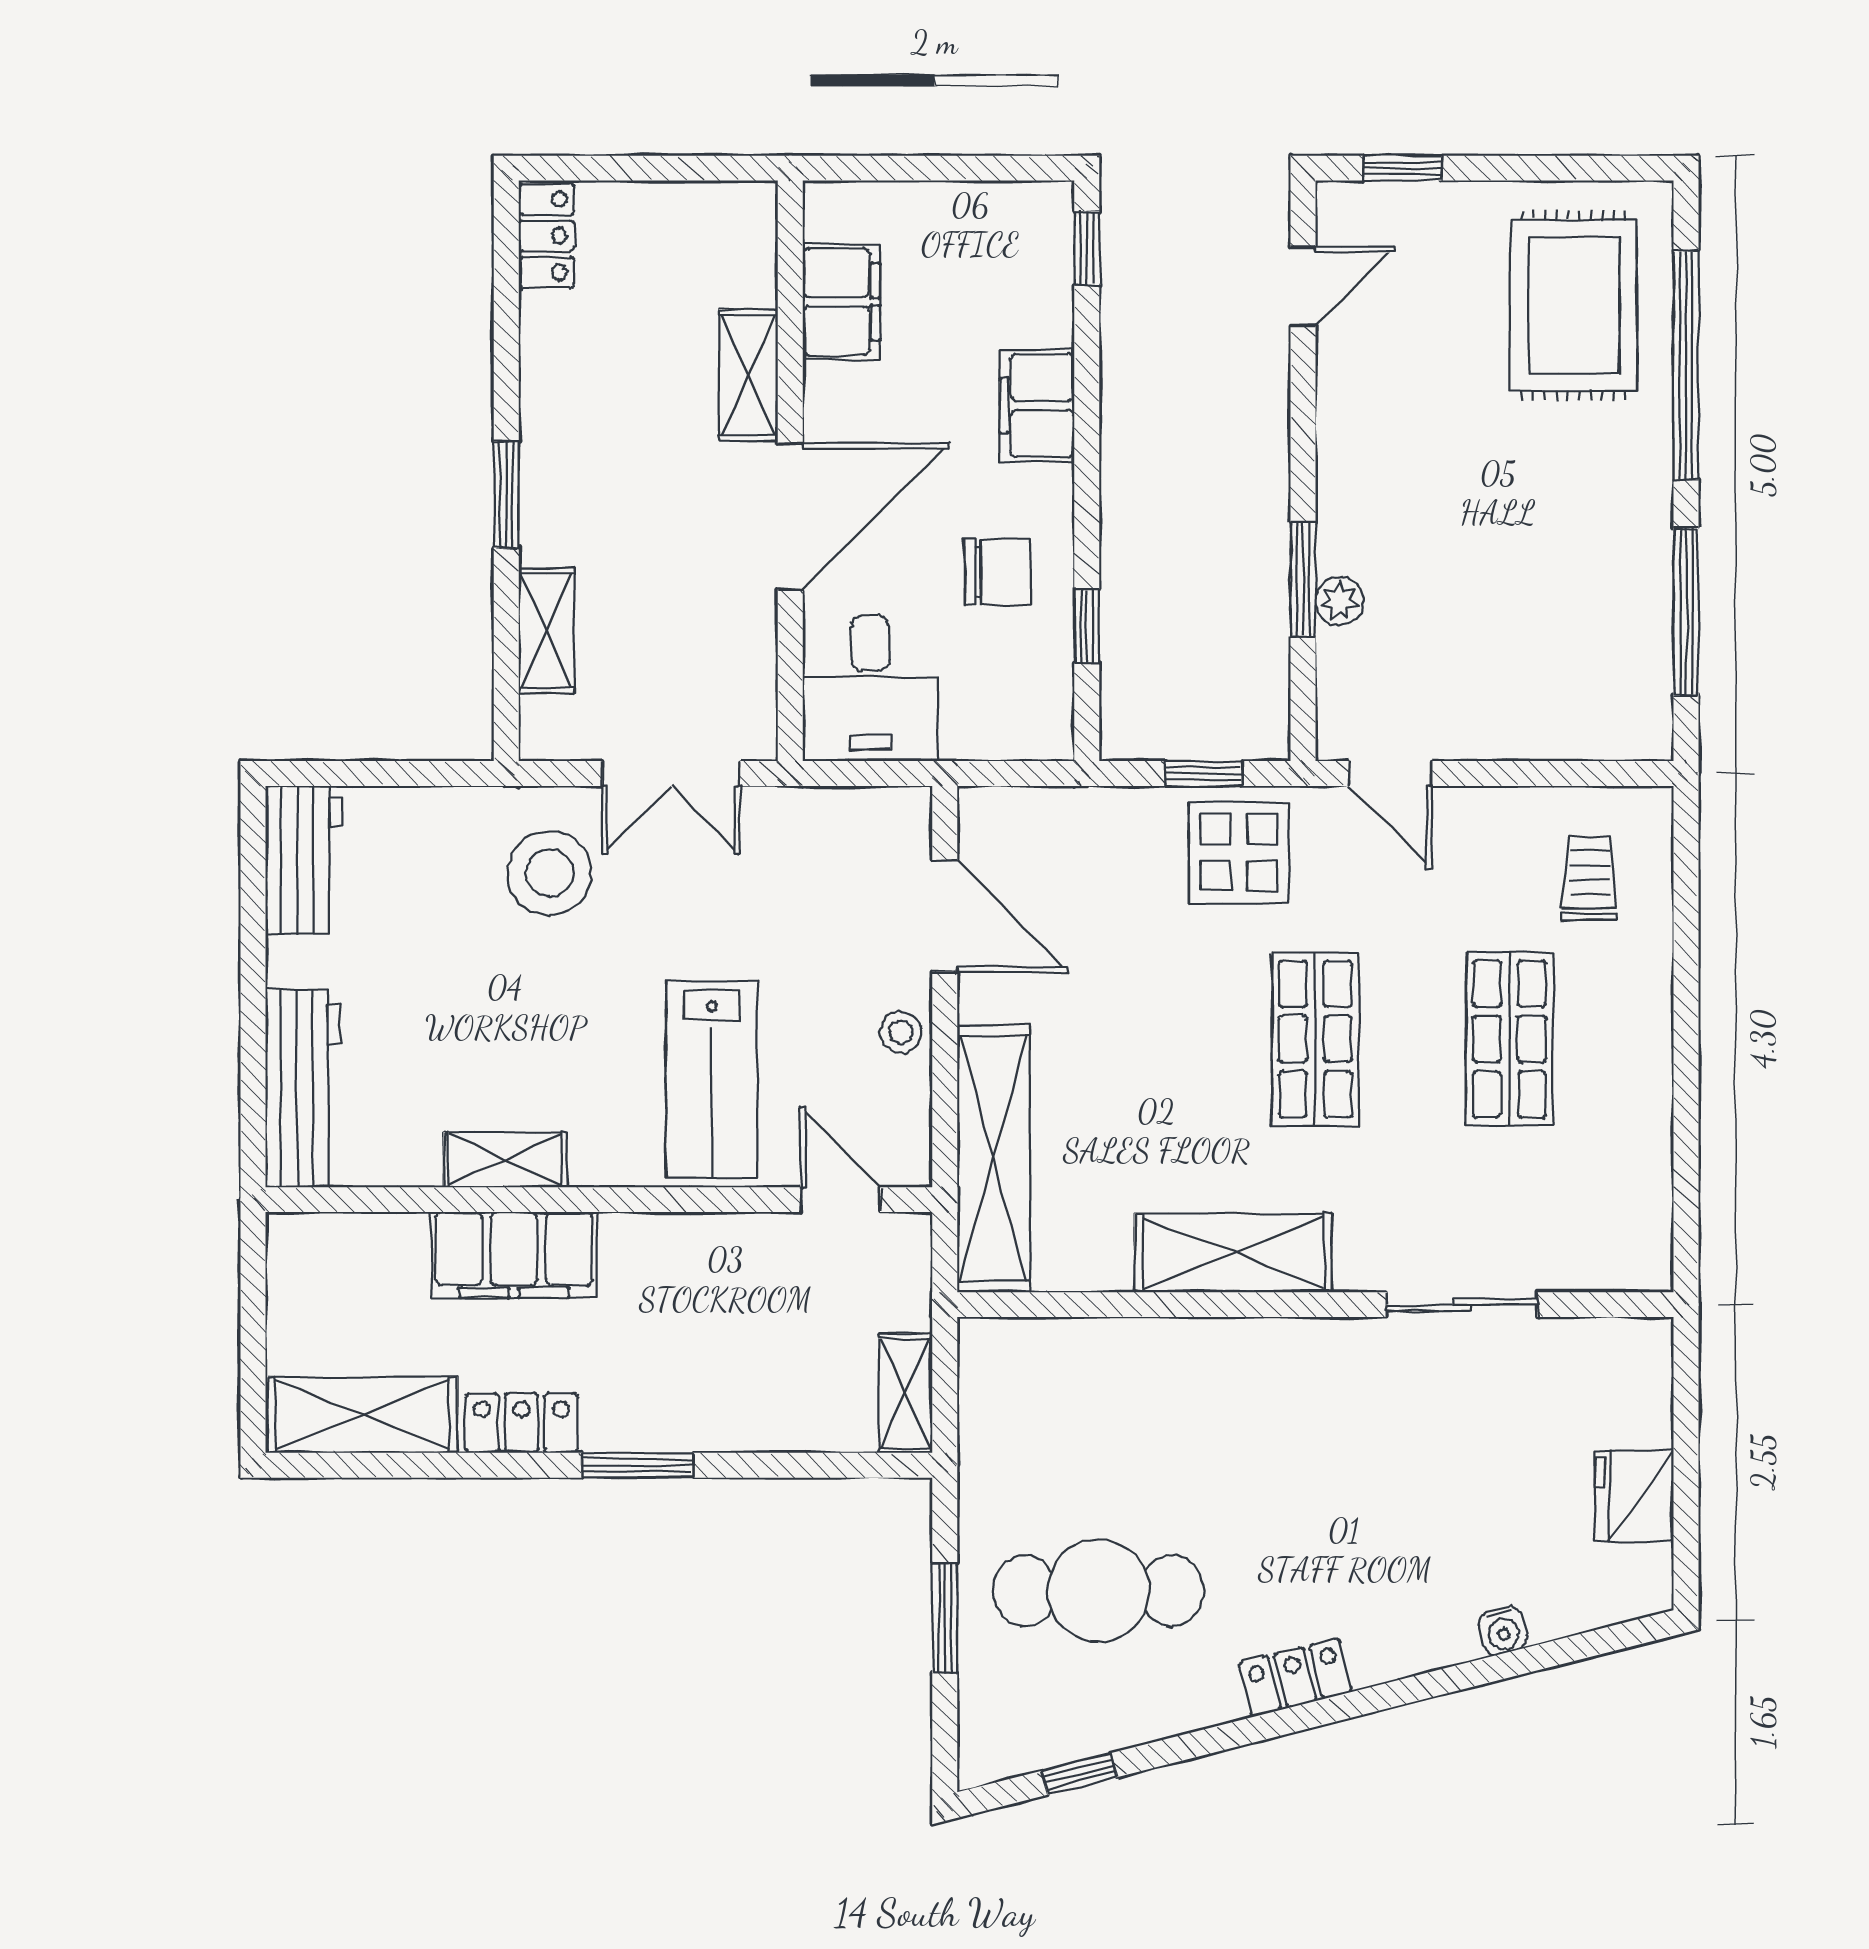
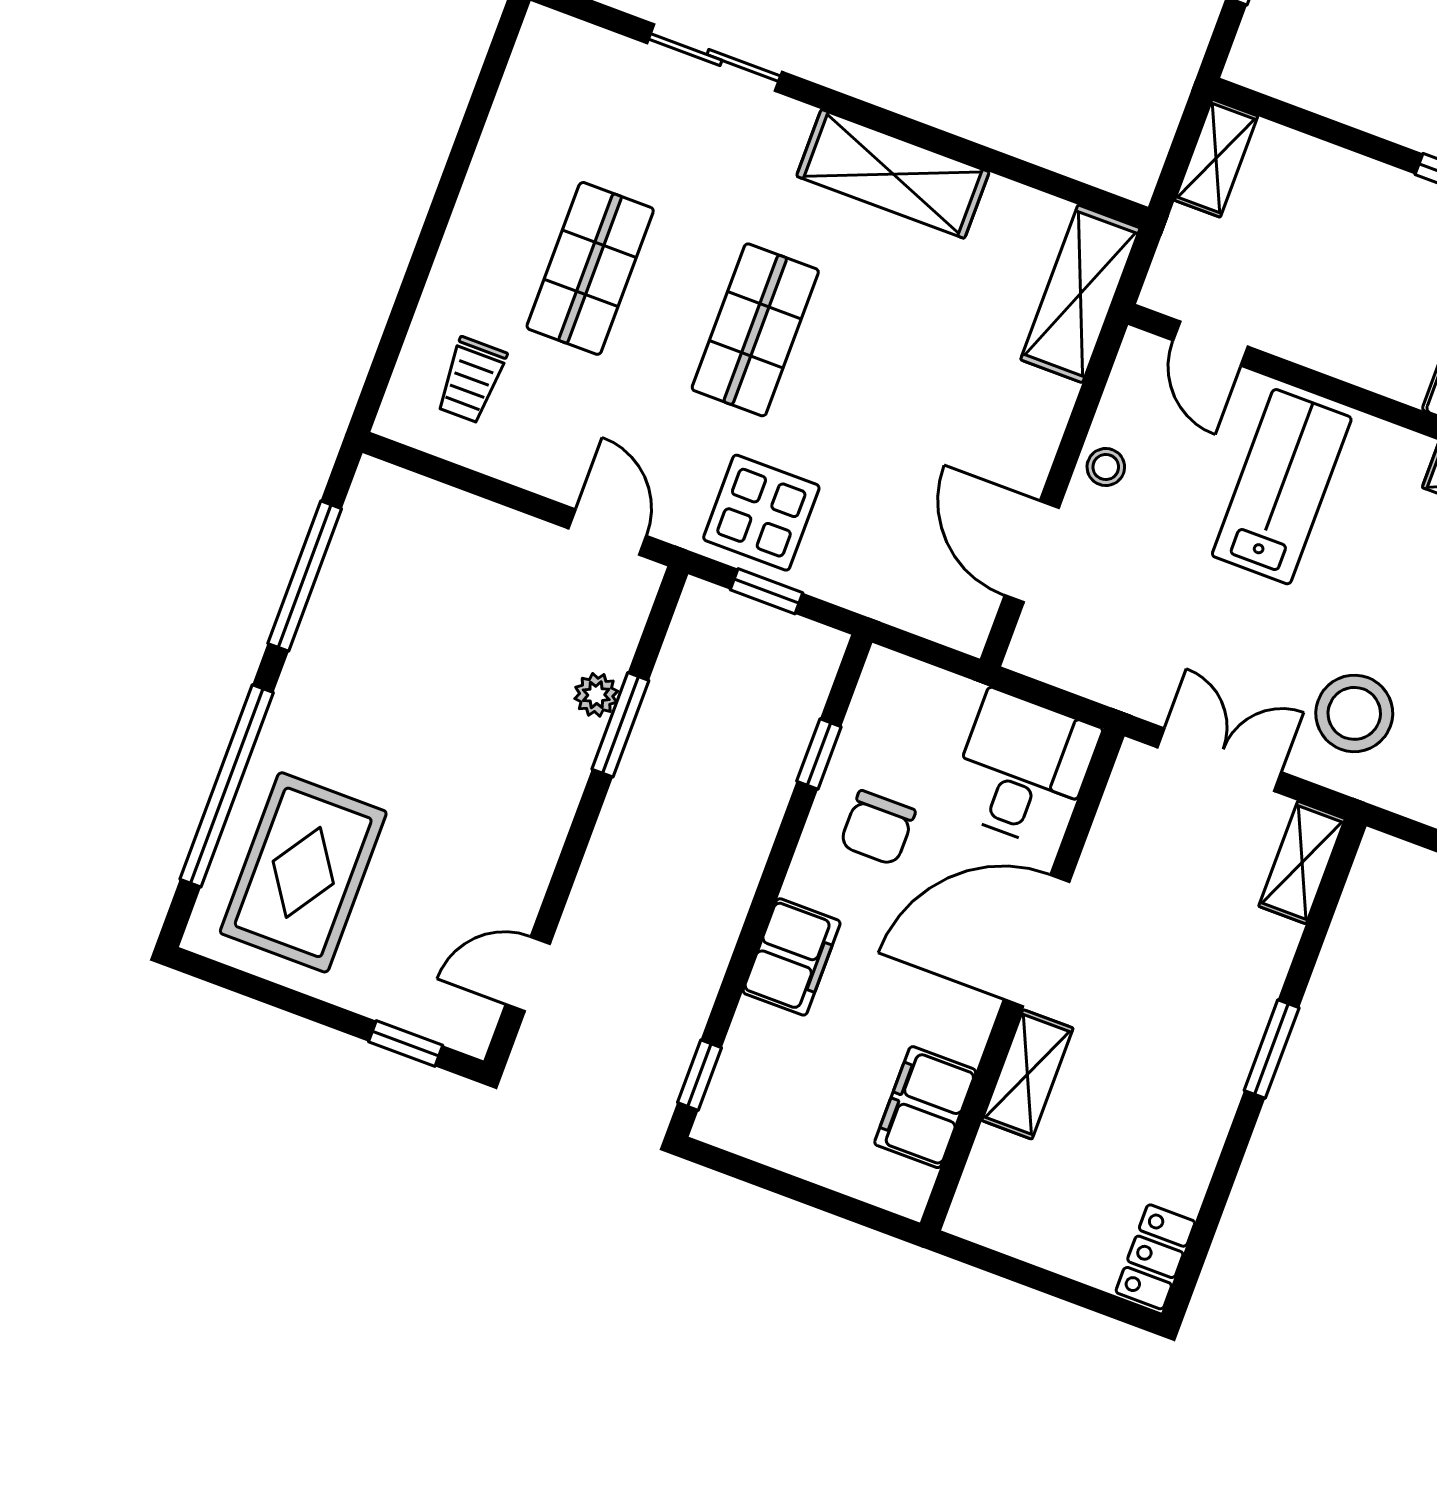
chair: (998, 572) -> (878, 828), turned -90
shelving: (546, 631) -> (1302, 862), moved
shelving: (994, 1158) -> (1080, 294), width x0.68

